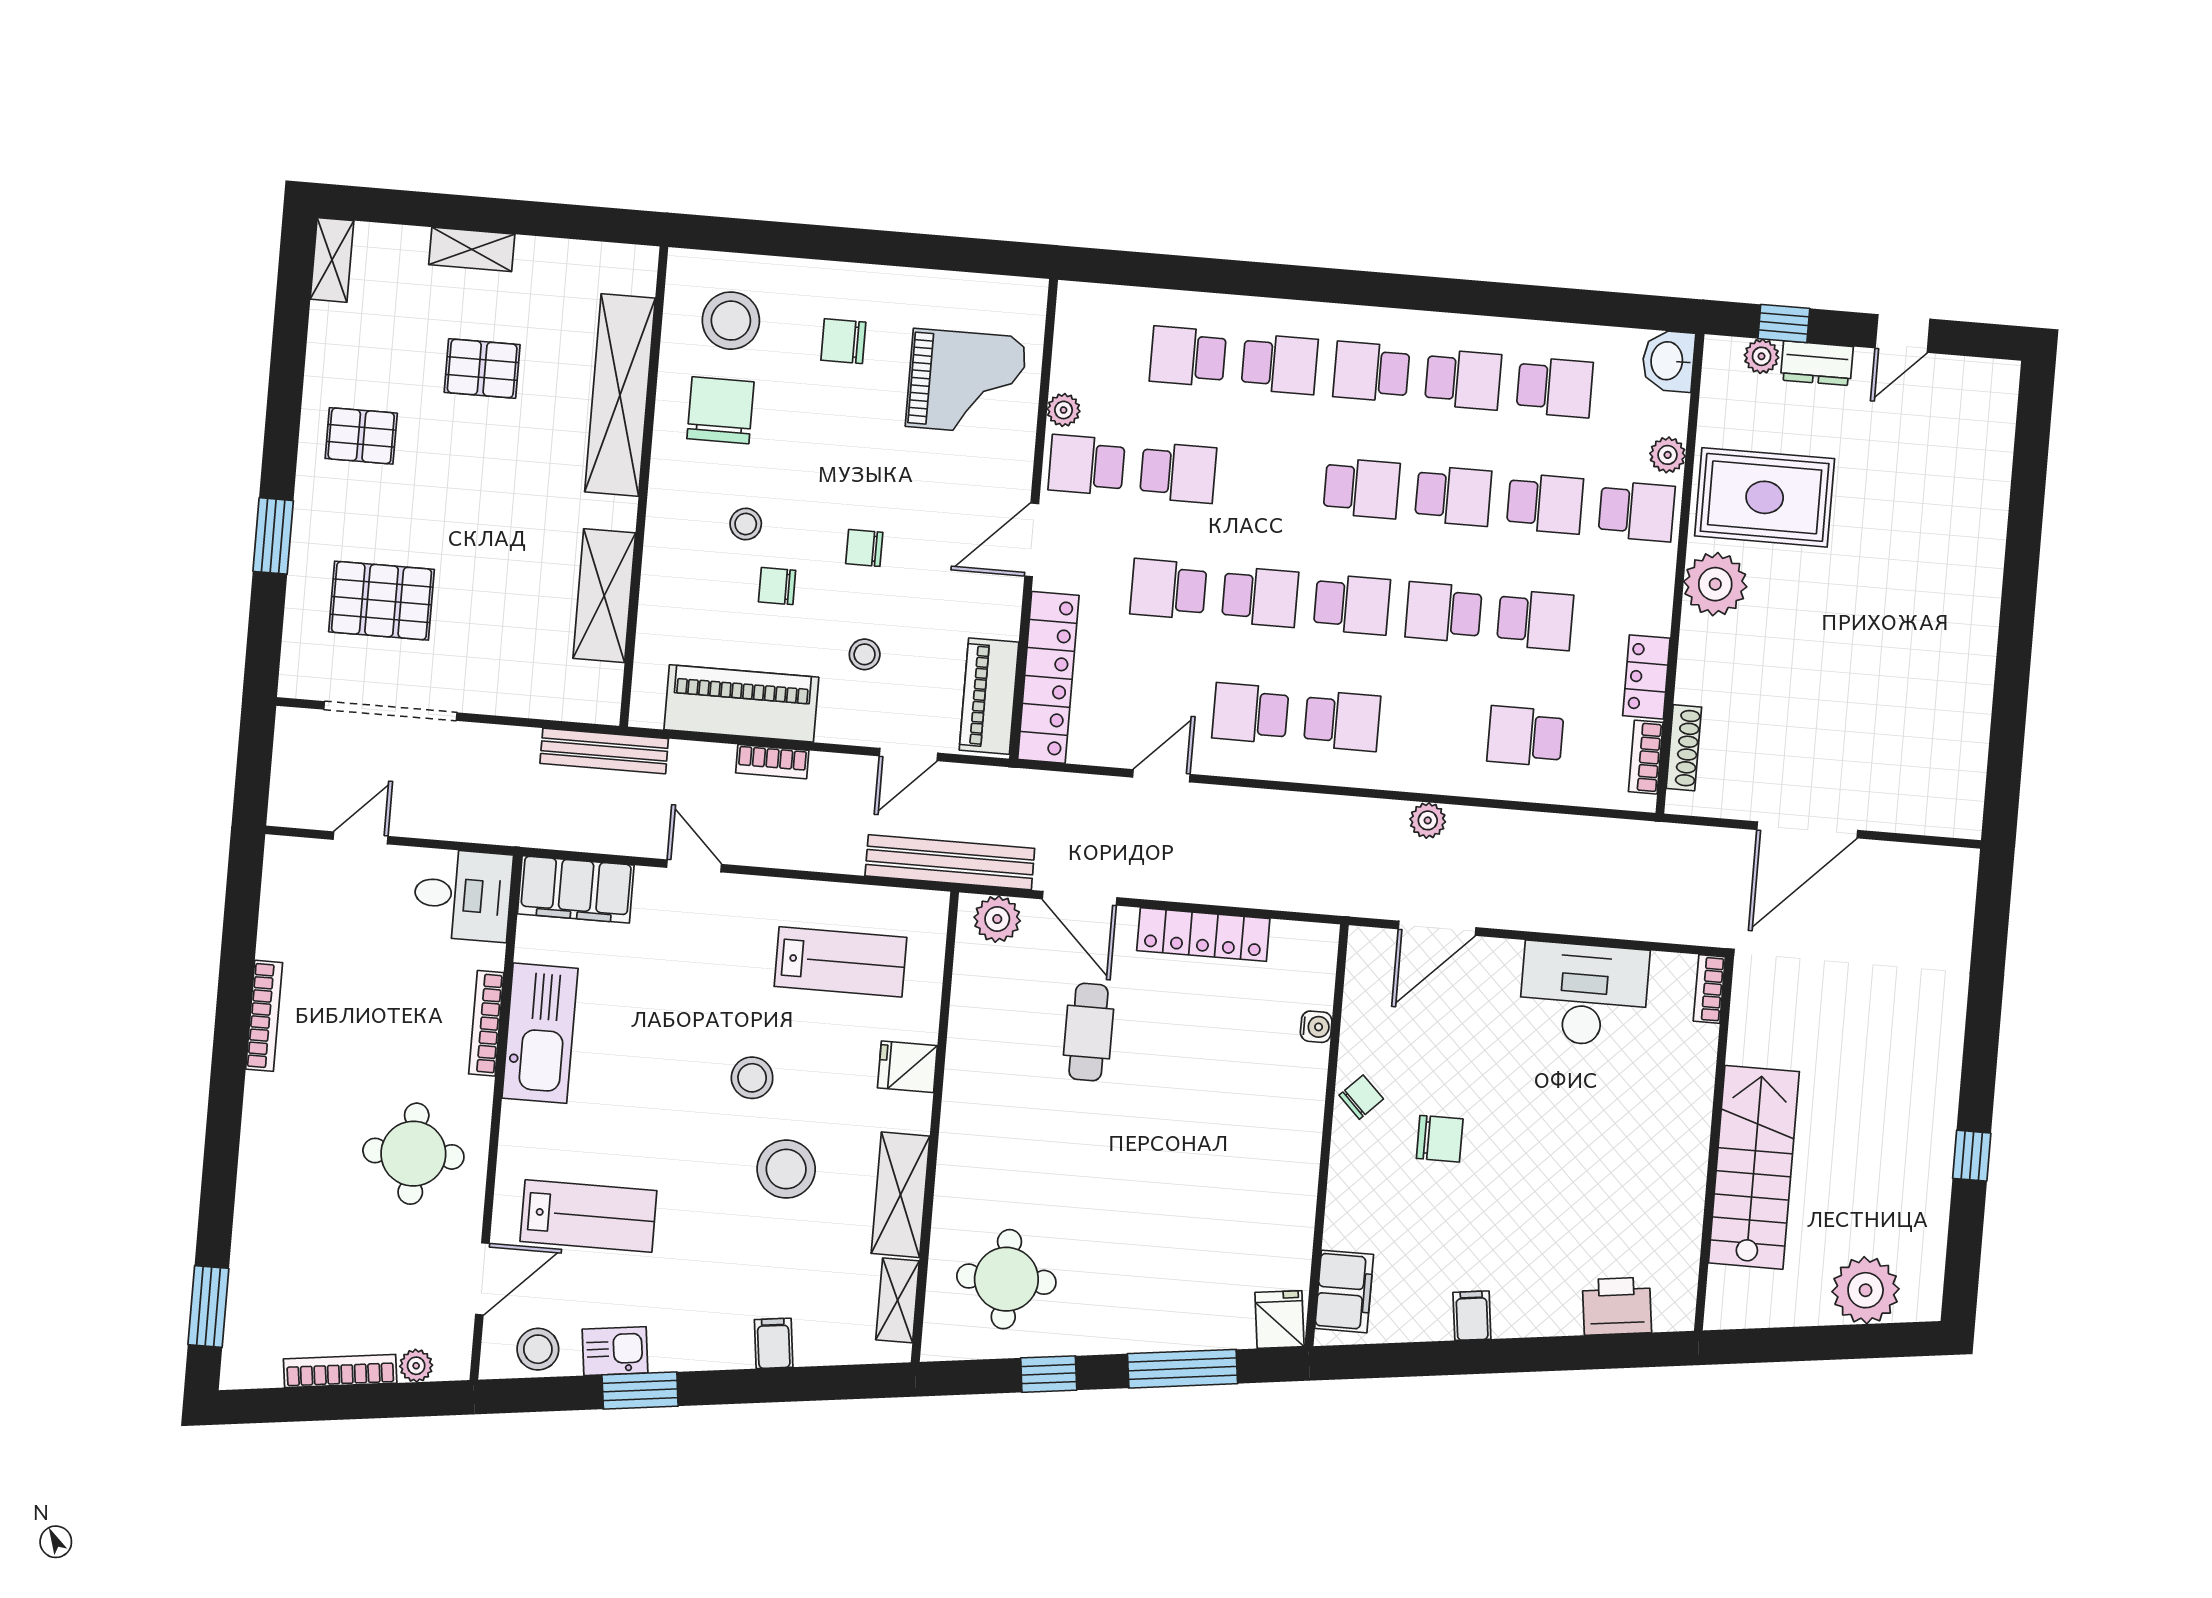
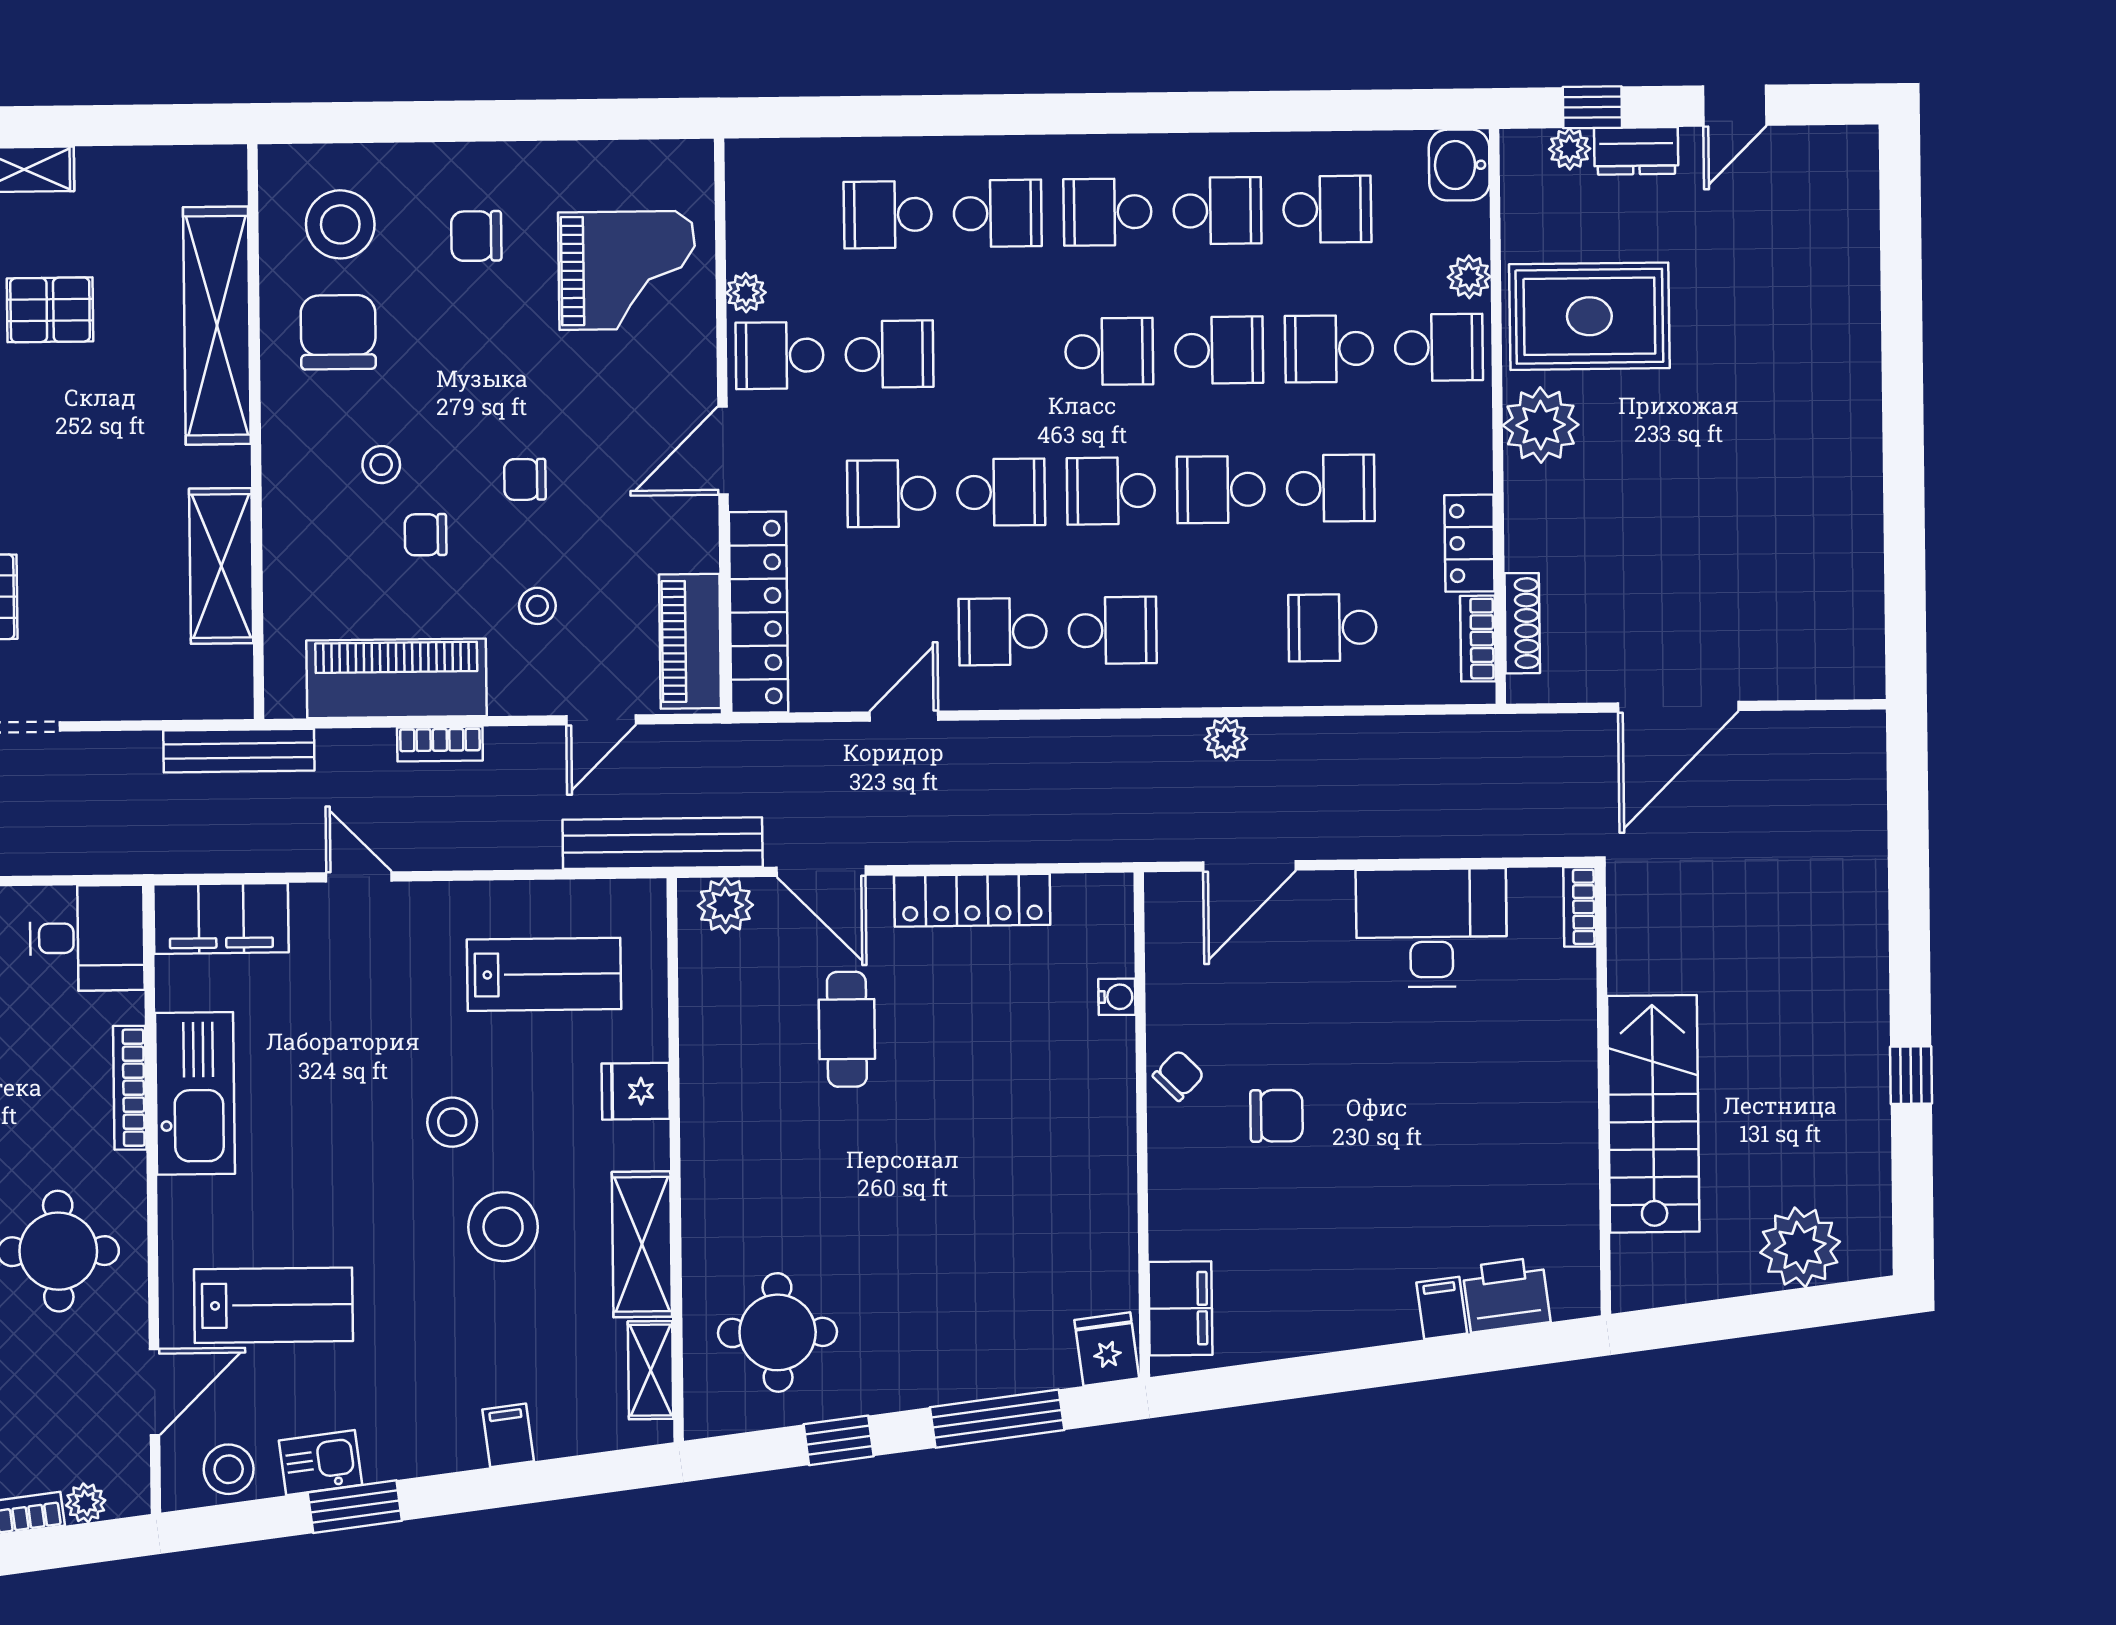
school desk: (1545, 504) -> (1329, 349), turned 180
school desk: (1352, 605) -> (1111, 491), turned 180
filing cabinet: (1472, 1316) -> (1442, 1308), moved

